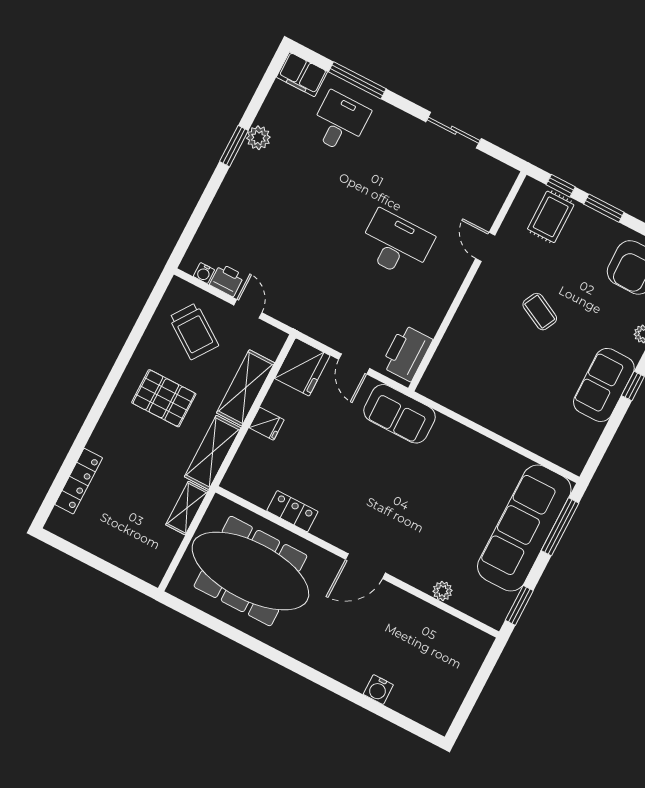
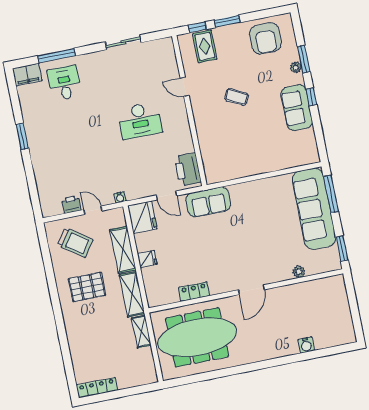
plant: (258, 138) -> (31, 123), removed
desk: (396, 244) -> (140, 121), turned 180
water cooler: (204, 273) -> (120, 197), moved
locker: (79, 481) -> (97, 388), moved, turned -90

